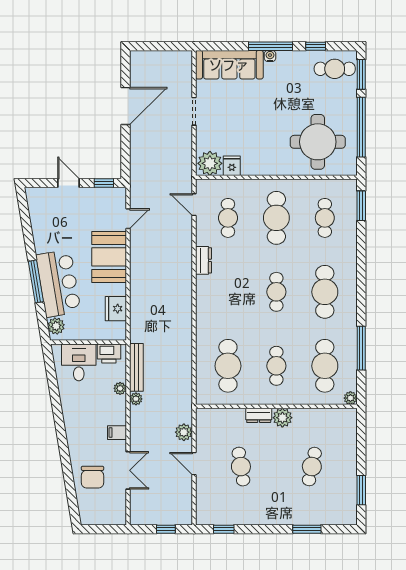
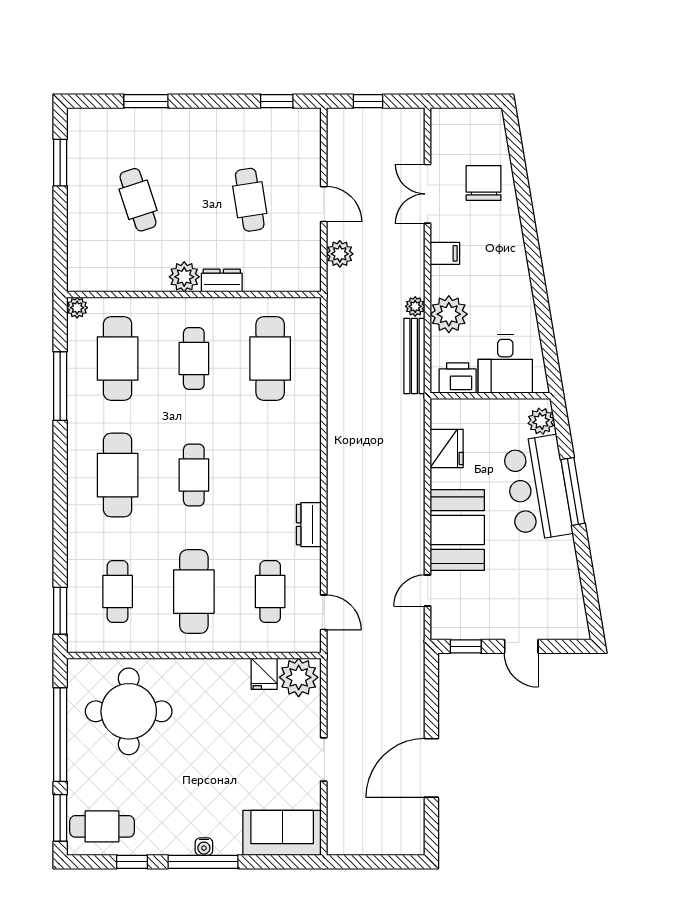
sofa: (229, 65) -> (282, 833), width x0.73
plant: (120, 388) -> (449, 314), width x1.87, depth x1.87
cafe table: (312, 467) -> (138, 200), turned -30

